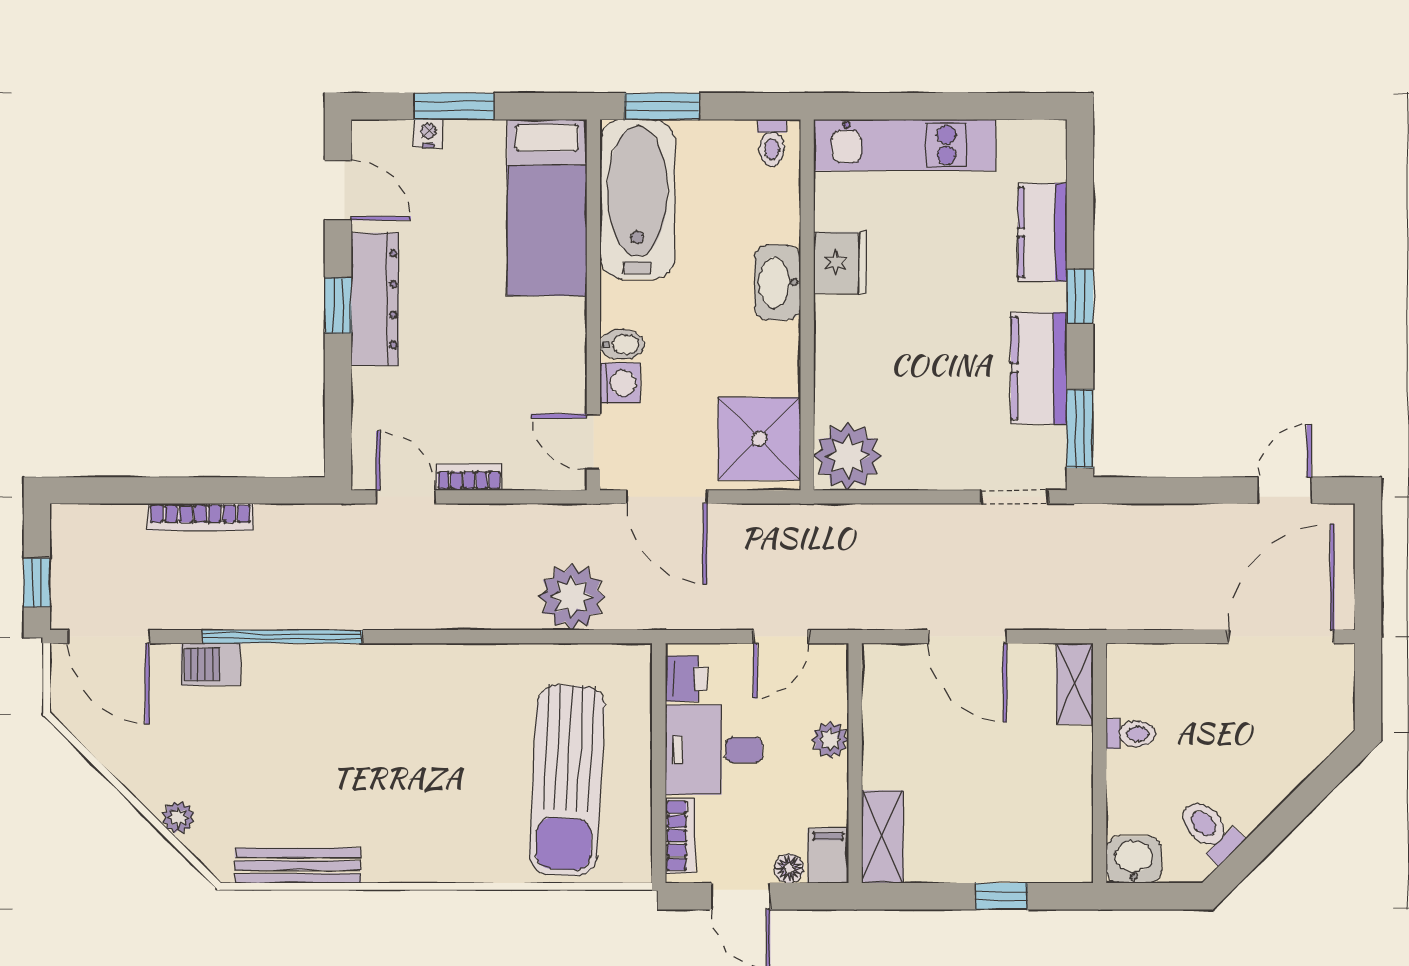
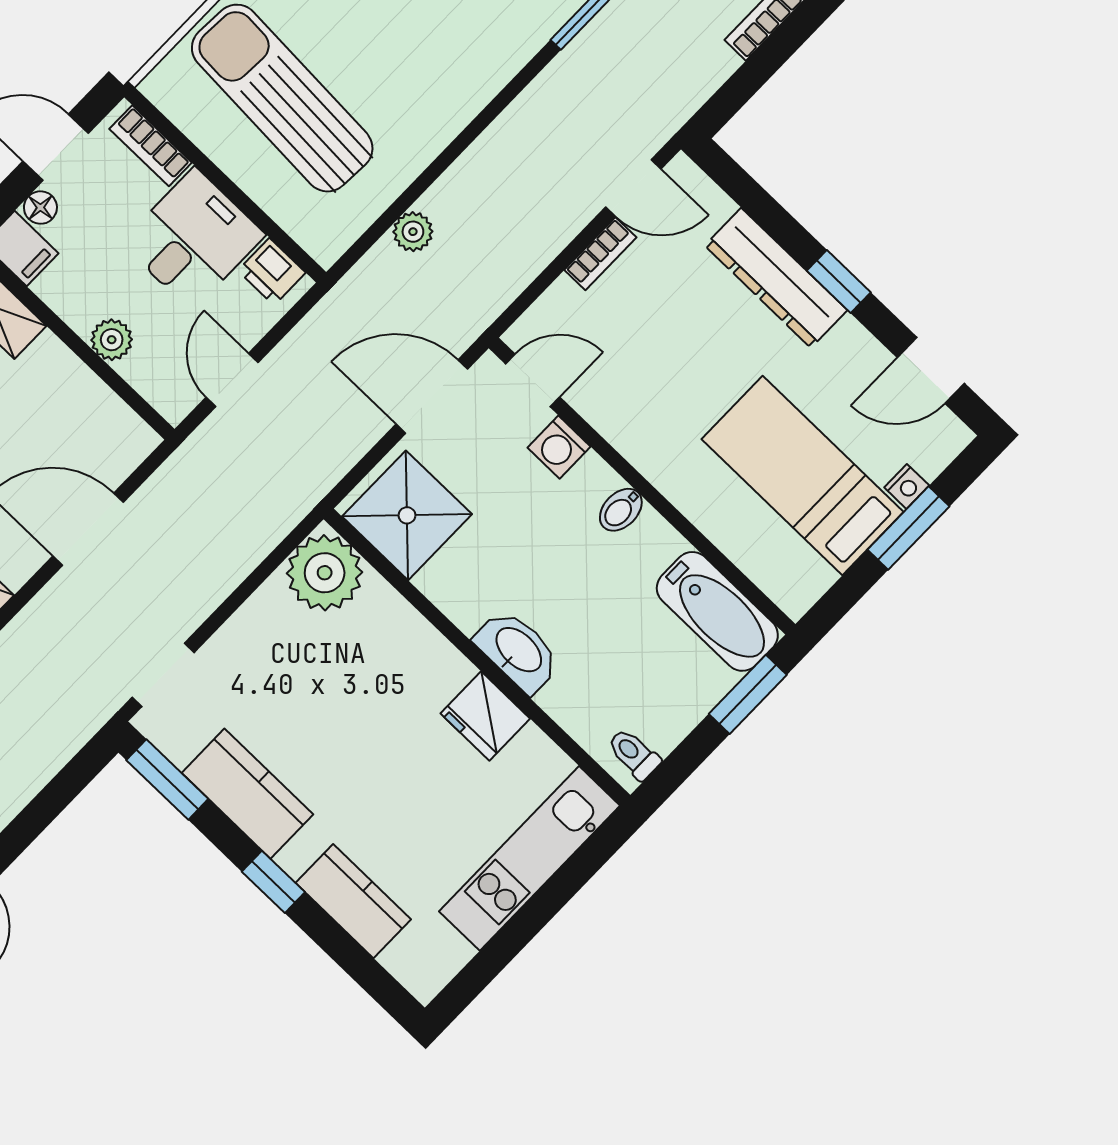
bathtub: (637, 199) -> (717, 611), width x0.73, depth x0.73
bed: (547, 208) -> (802, 476), moved
dresser: (375, 299) -> (776, 278), moved
bidet: (622, 344) -> (621, 510), moved
plant: (572, 597) -> (413, 232), width x0.53, depth x0.53

